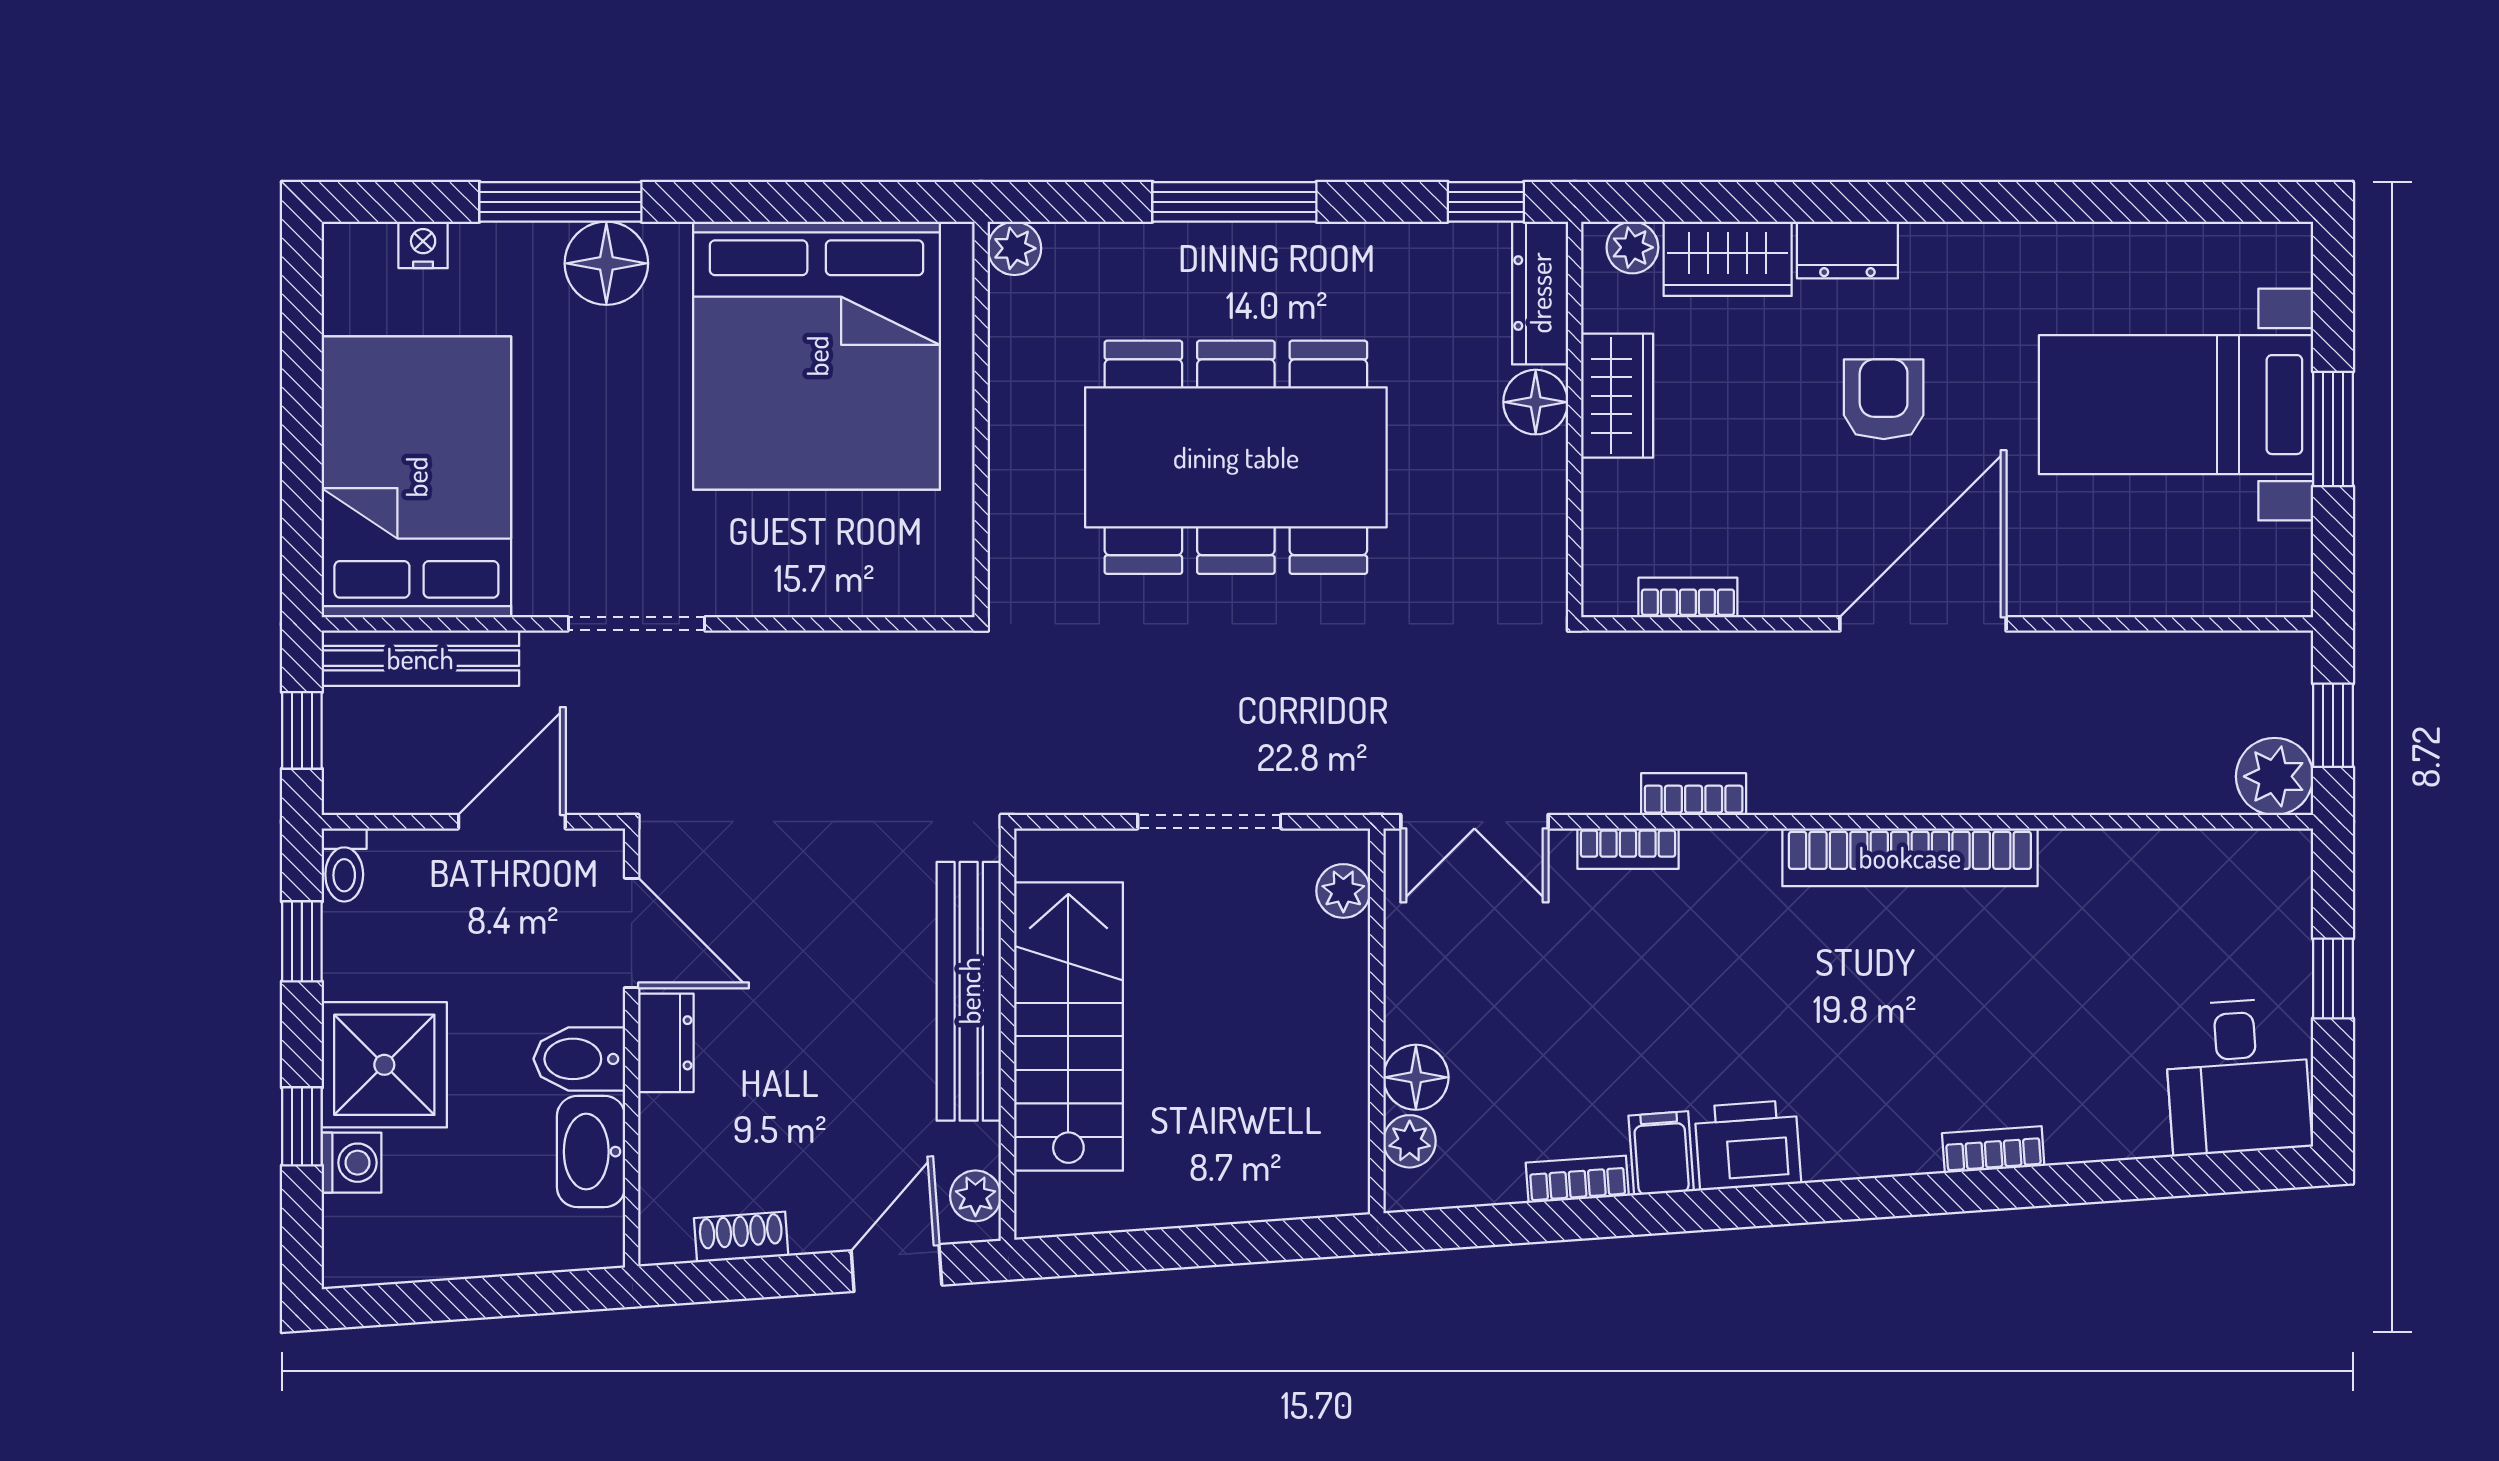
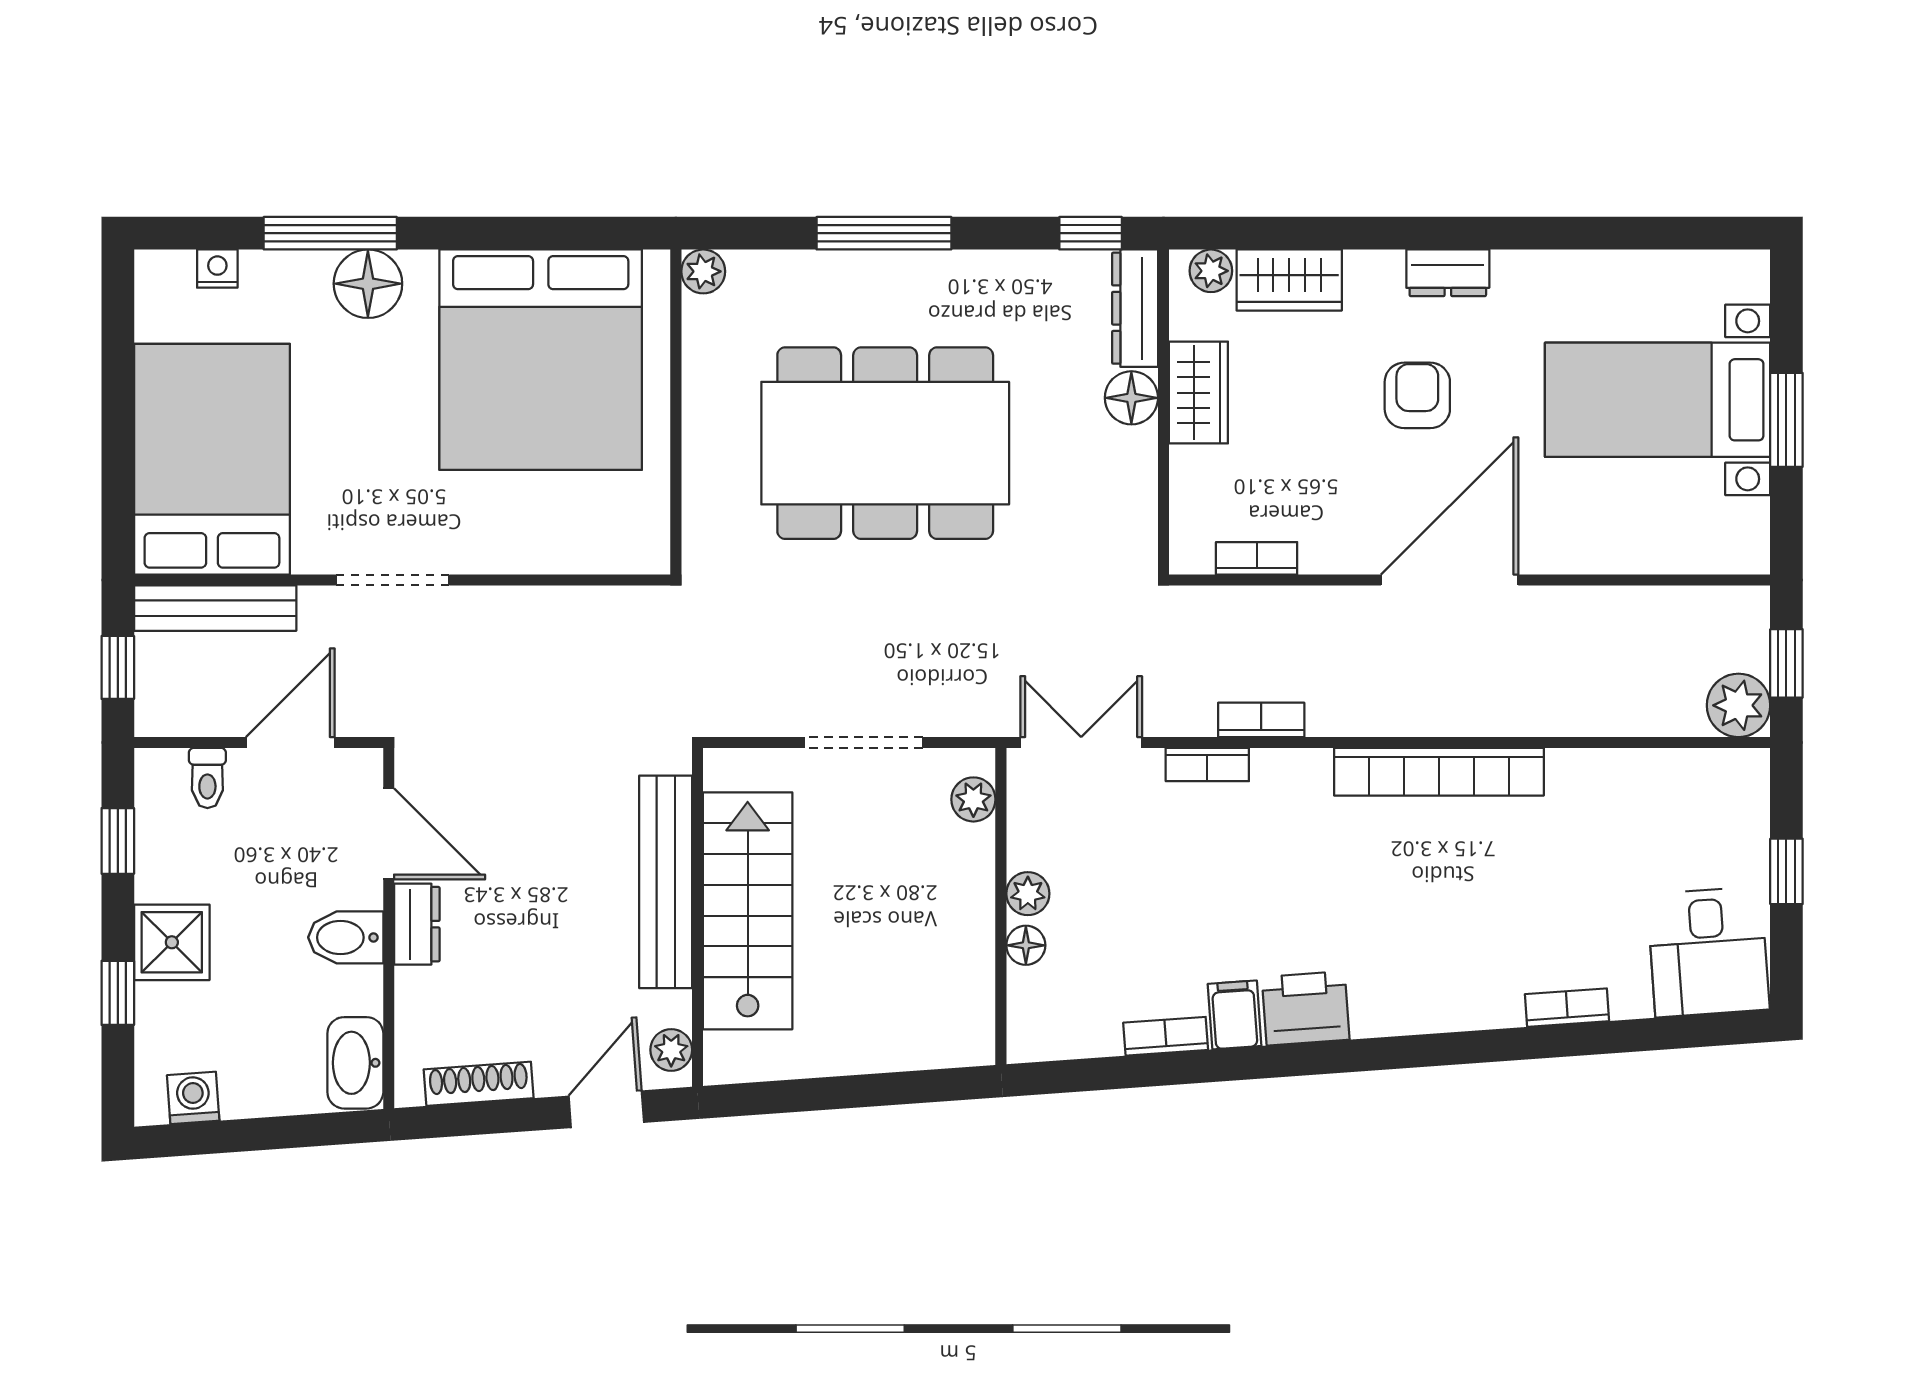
dresser: (1847, 250) -> (1448, 273), moved
double door: (1474, 822) -> (1081, 743), swing flipped
toilet: (344, 865) -> (207, 778), moved
shower: (384, 1065) -> (172, 942), width x0.73, depth x0.73
floor lamp: (1416, 1077) -> (1026, 945), width x0.73, depth x0.73
plant: (1410, 1141) -> (1028, 894), moved
bookcase: (1993, 1150) -> (1567, 1008), moved
washbasin: (591, 1152) -> (355, 1063), moved
washing machine: (352, 1163) -> (193, 1098), moved, turned -94
shoe rack: (741, 1237) -> (479, 1084), width x1.43

